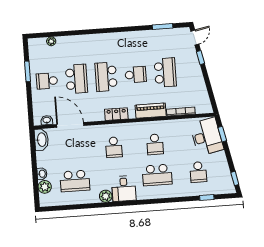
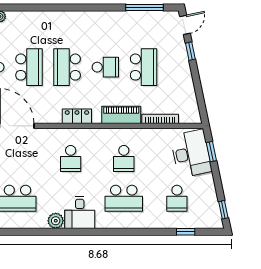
window: (163, 26) -> (145, 8), width x1.44

